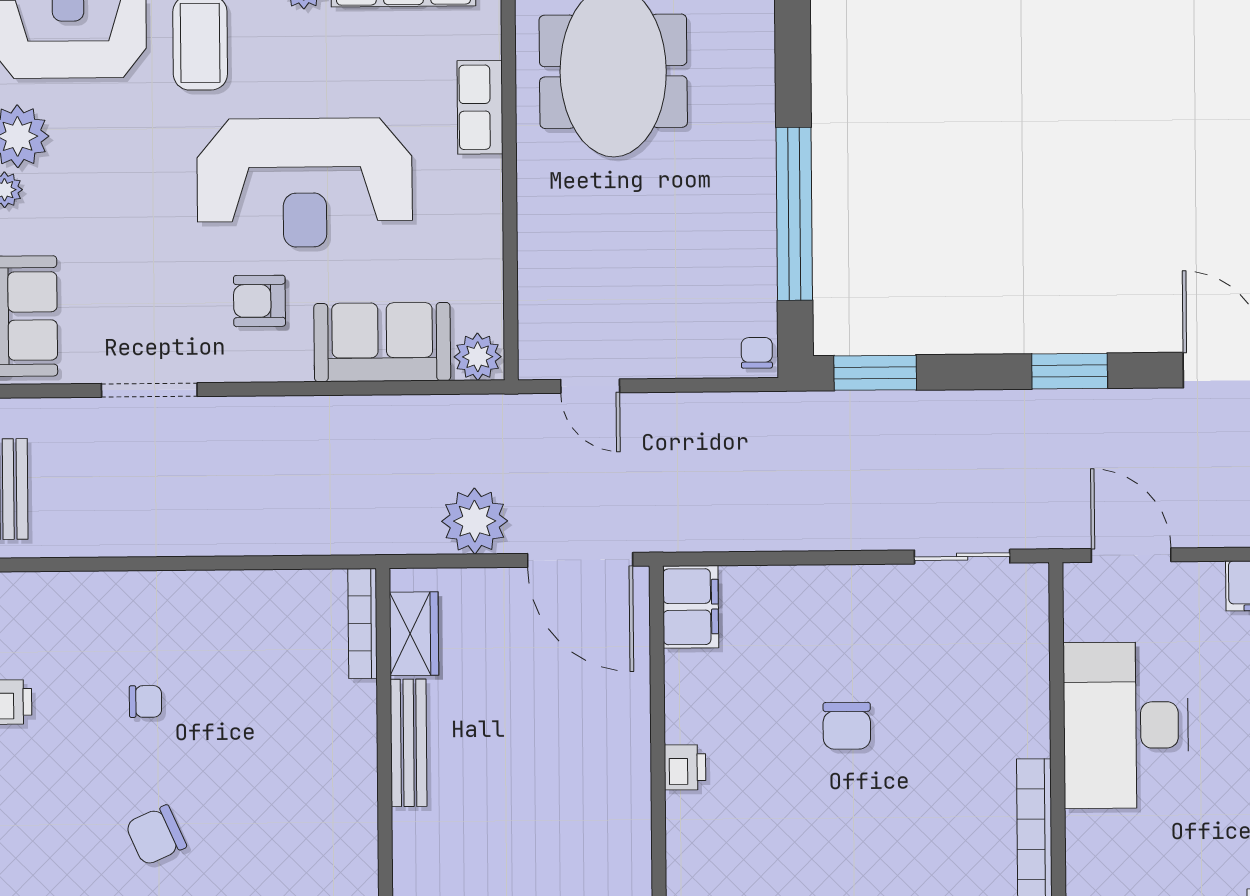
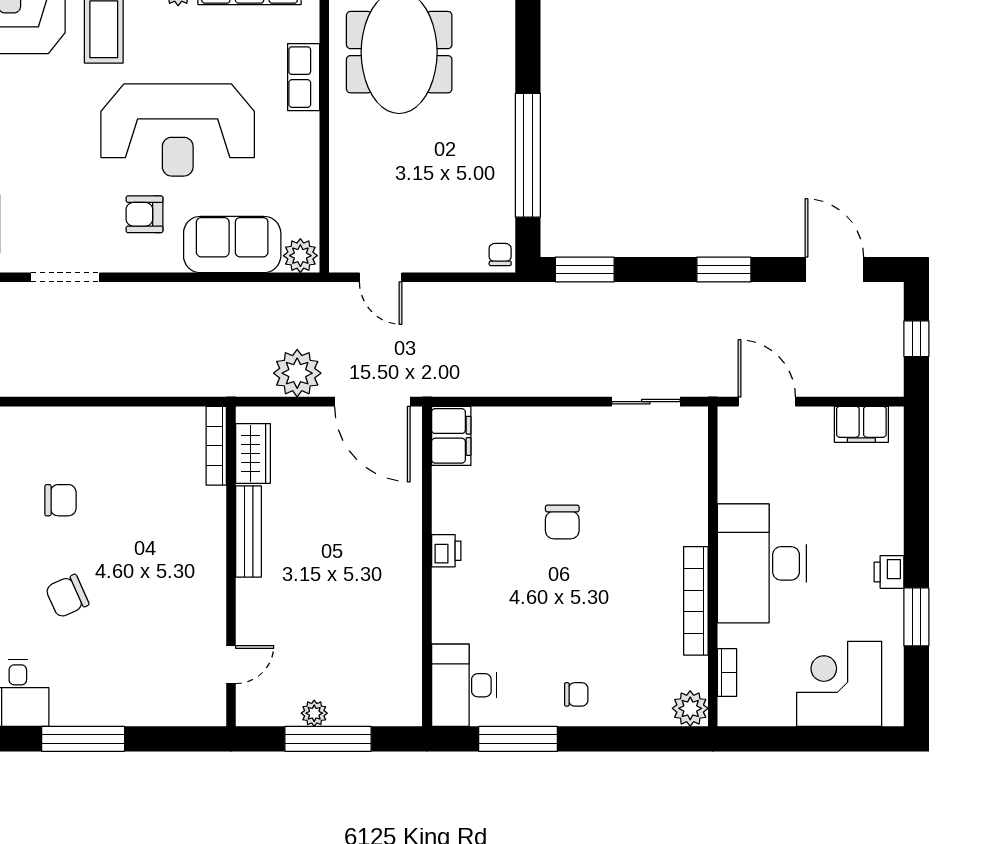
chair: (145, 701) -> (60, 500), width x1.37, depth x1.37
desk: (1126, 725) -> (762, 563), moved

